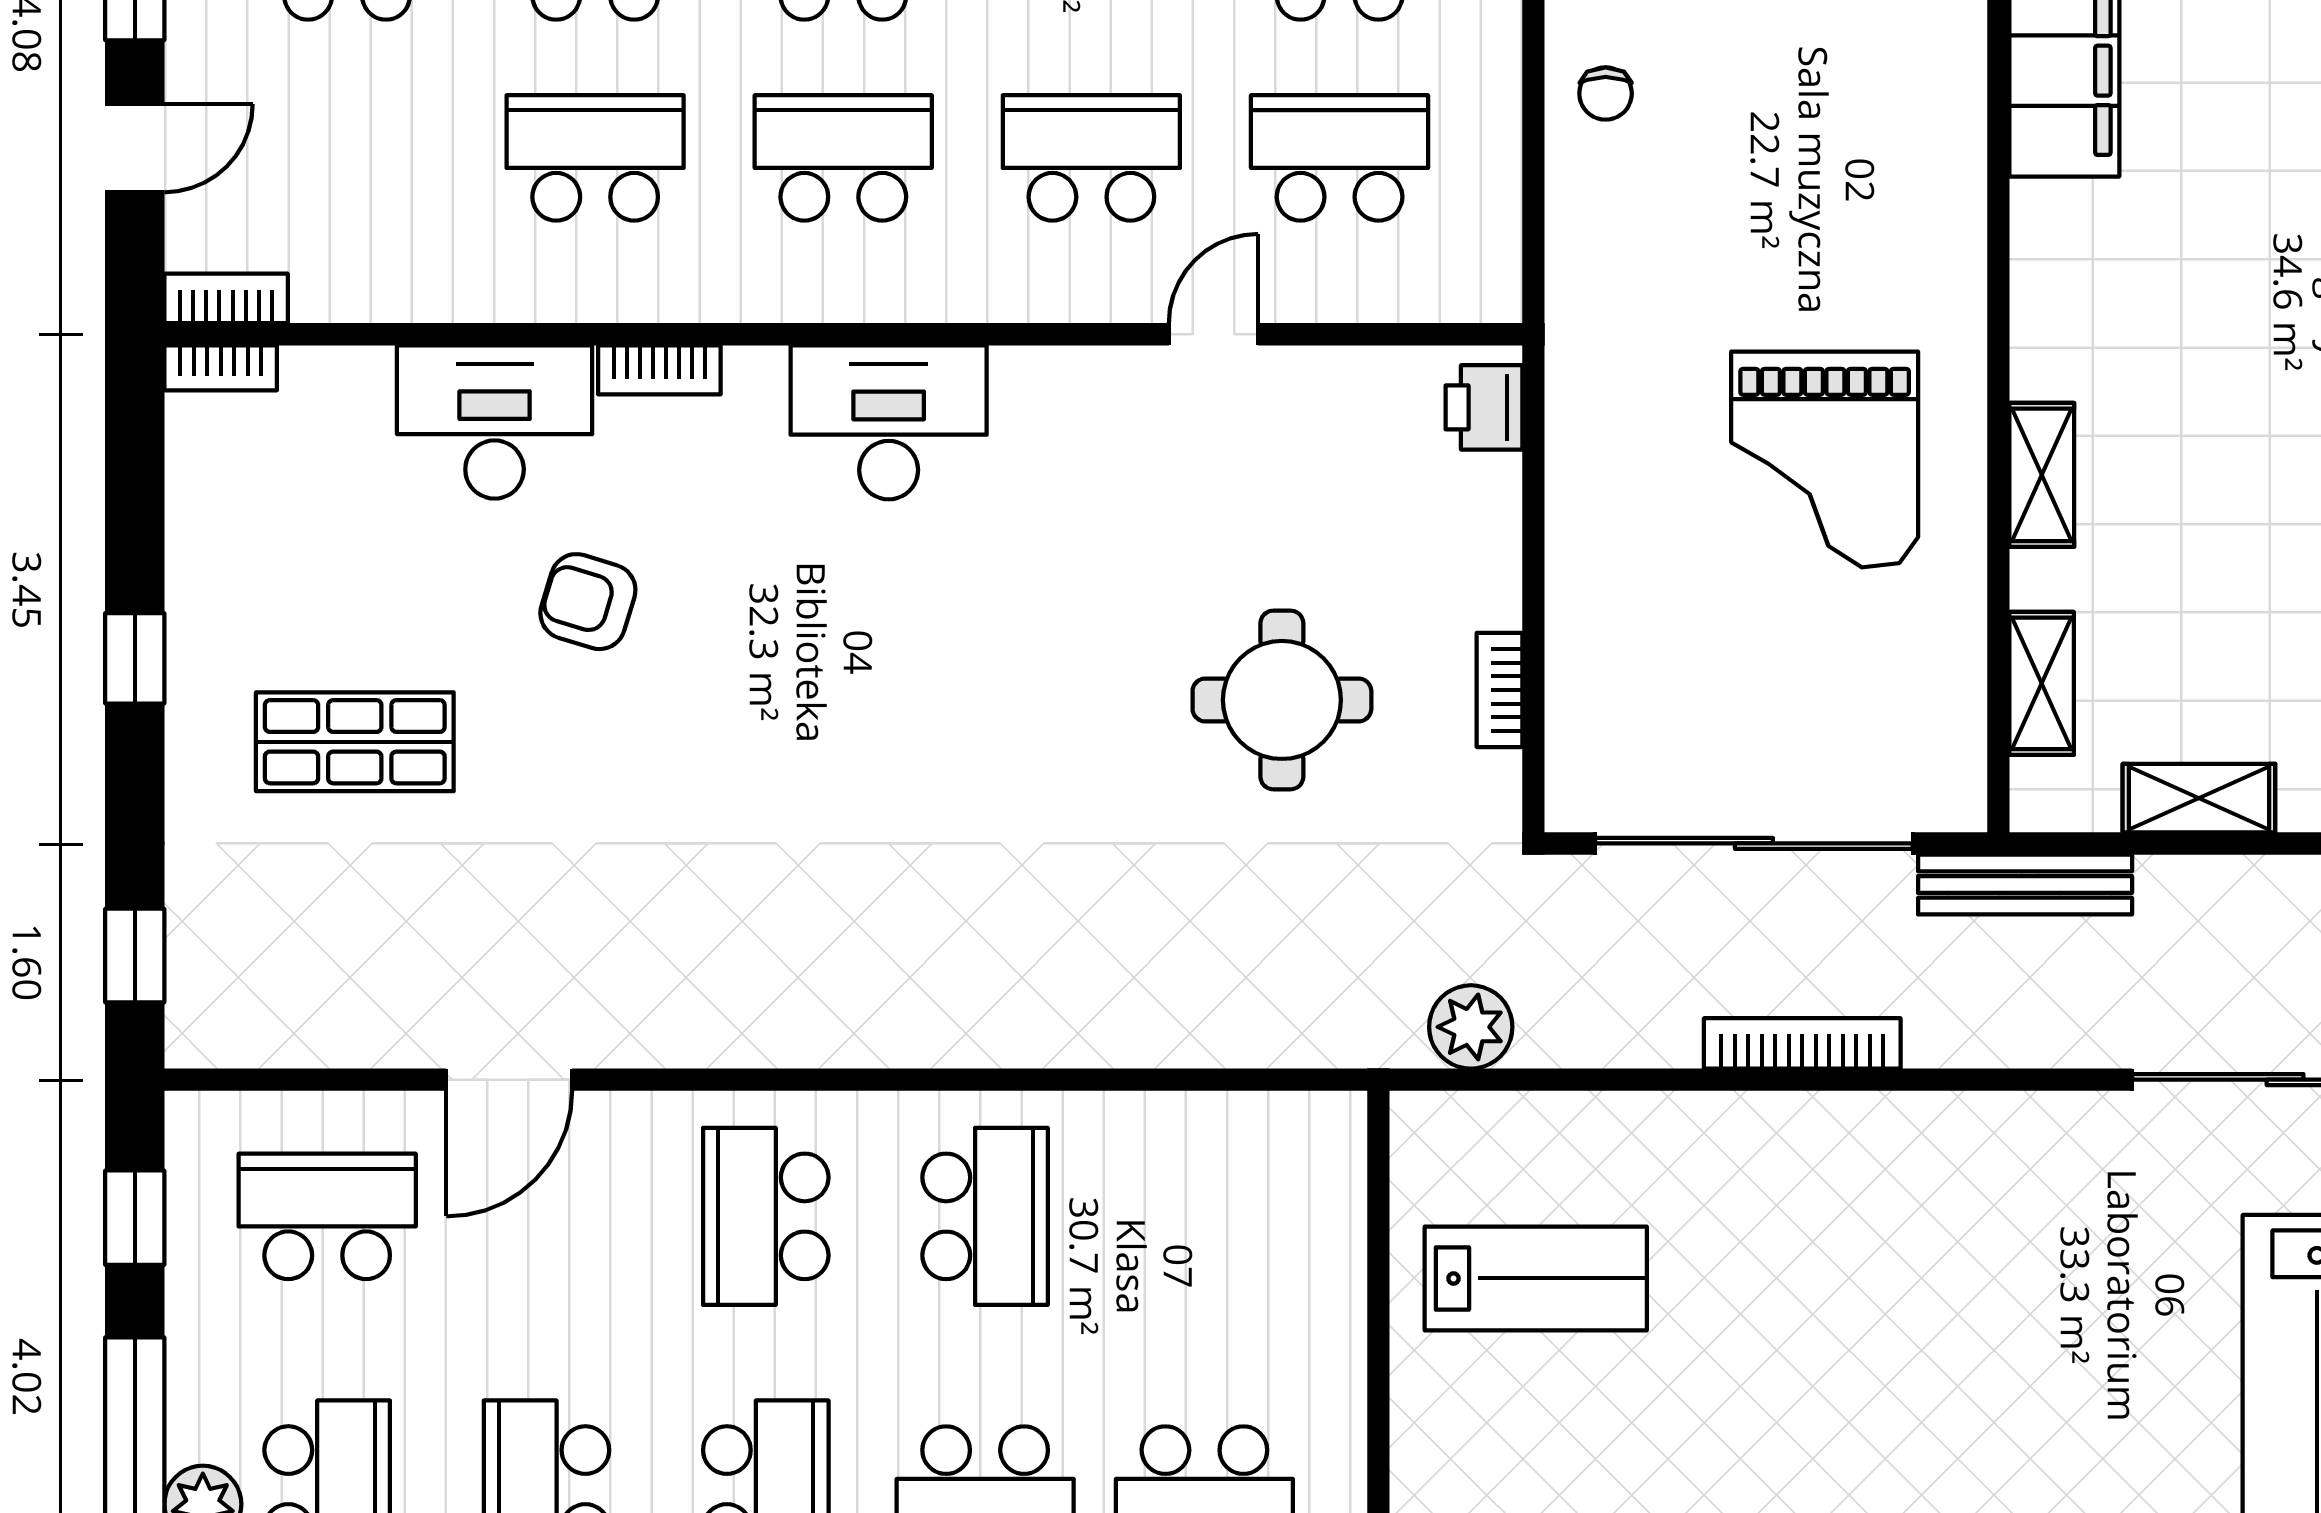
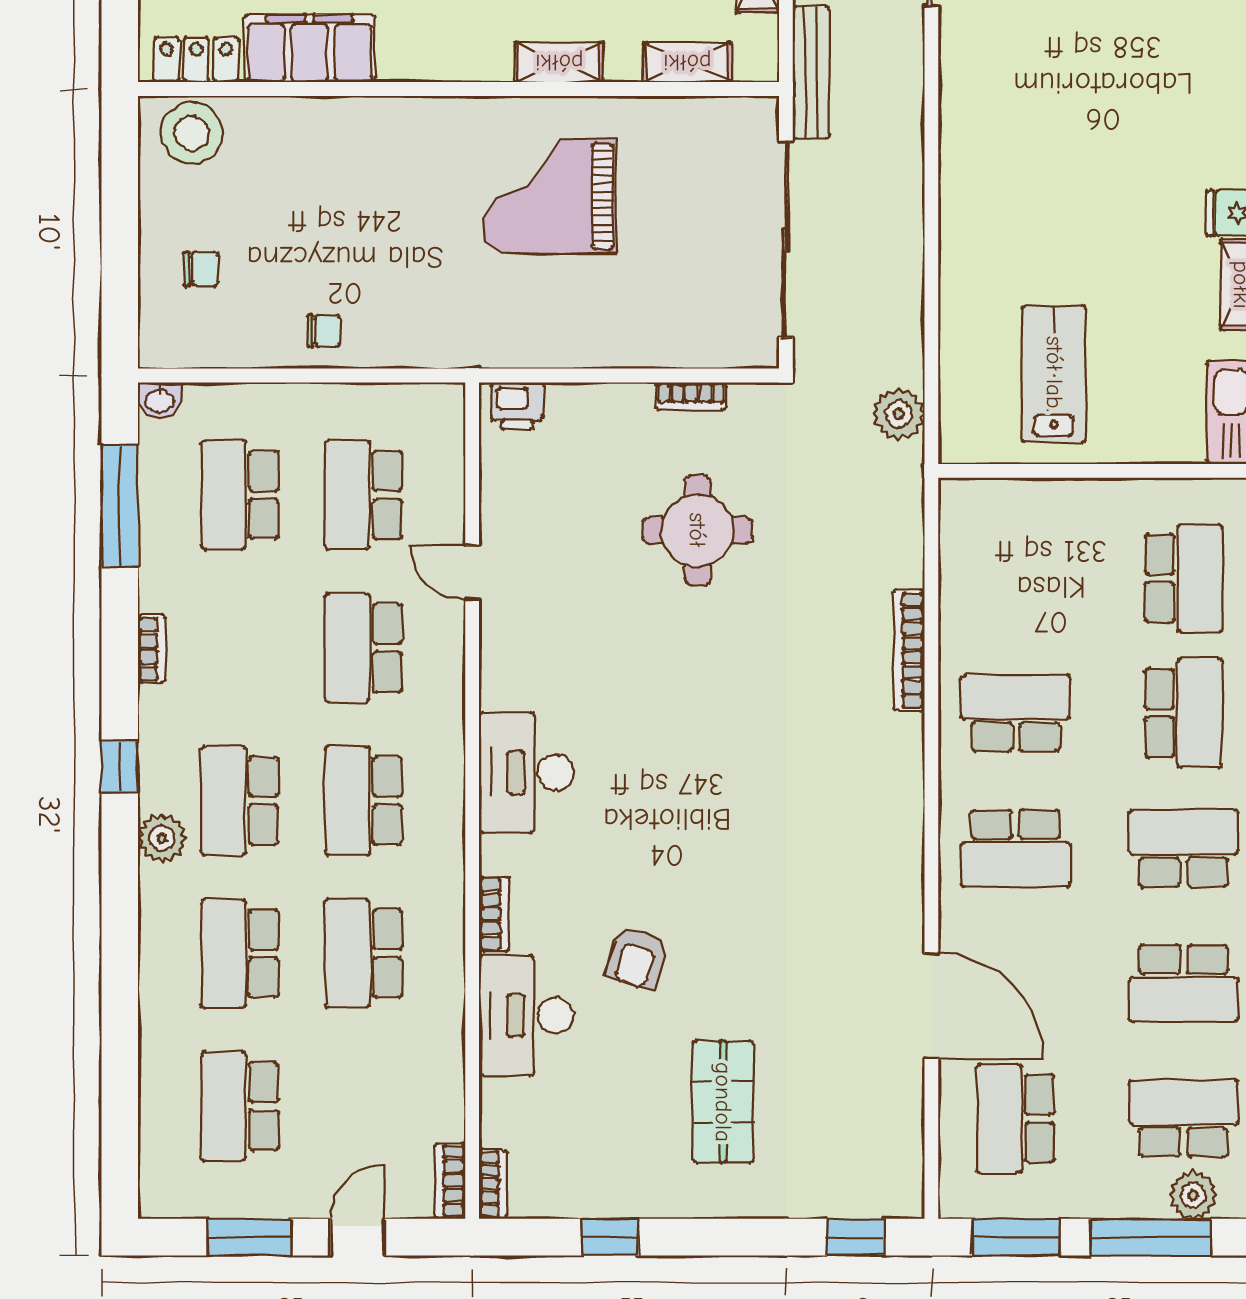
door: (135, 148) -> (357, 1237), hinge flipped
grand piano: (1825, 460) -> (549, 196), turned 180
window: (135, 658) -> (610, 1237), moved
bookcase: (1802, 1043) -> (909, 650), moved
door: (509, 1080) -> (931, 1006), width x1.36
window: (135, 1218) -> (1016, 1237), width x1.50

